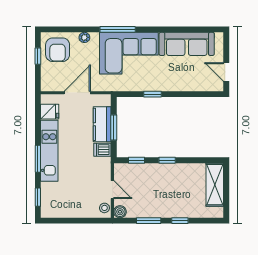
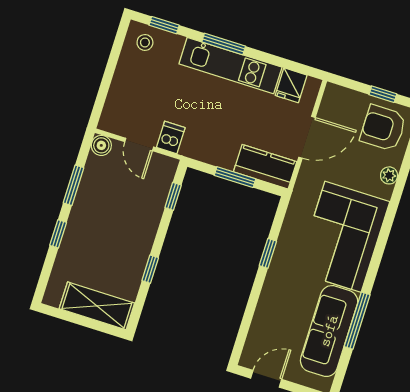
window: (118, 29) -> (357, 321), moved
door: (77, 93) -> (307, 137), hinge flipped
kitchen counter: (102, 124) -> (265, 167), moved
dishwasher: (102, 150) -> (171, 138), moved
window: (167, 160) -> (150, 269), moved
door: (112, 190) -> (139, 144), hinge flipped
stool: (104, 208) -> (145, 42), moved

